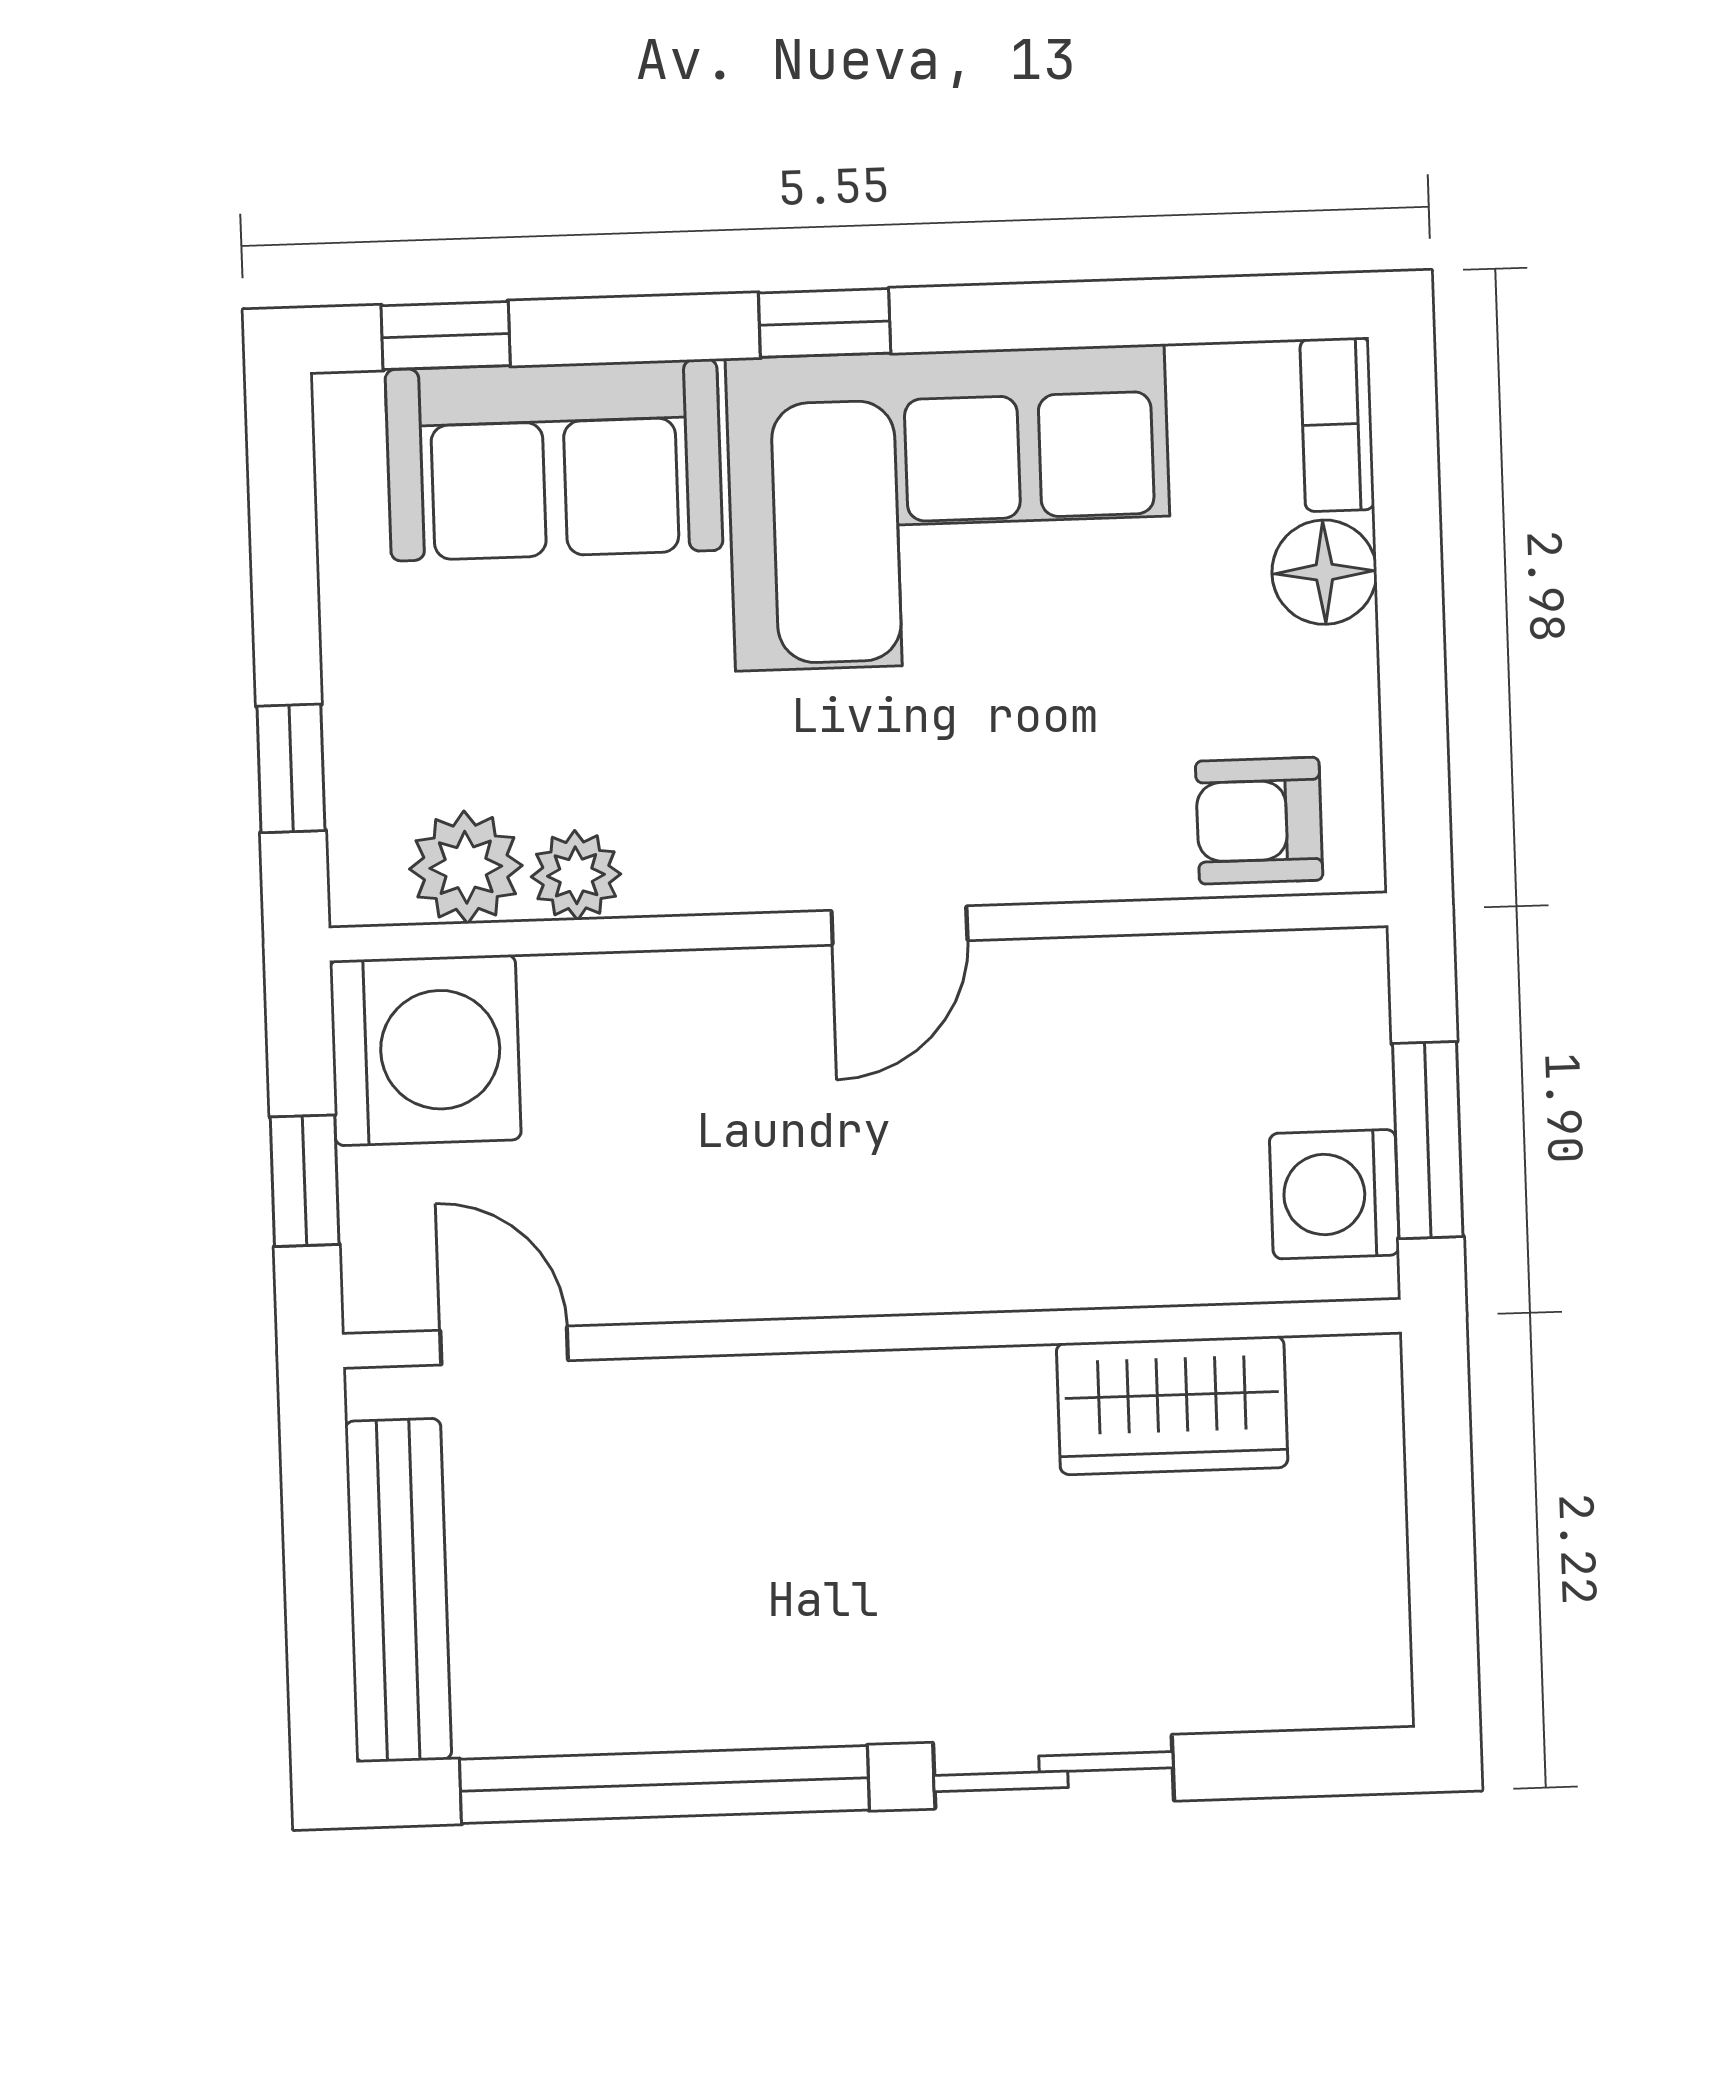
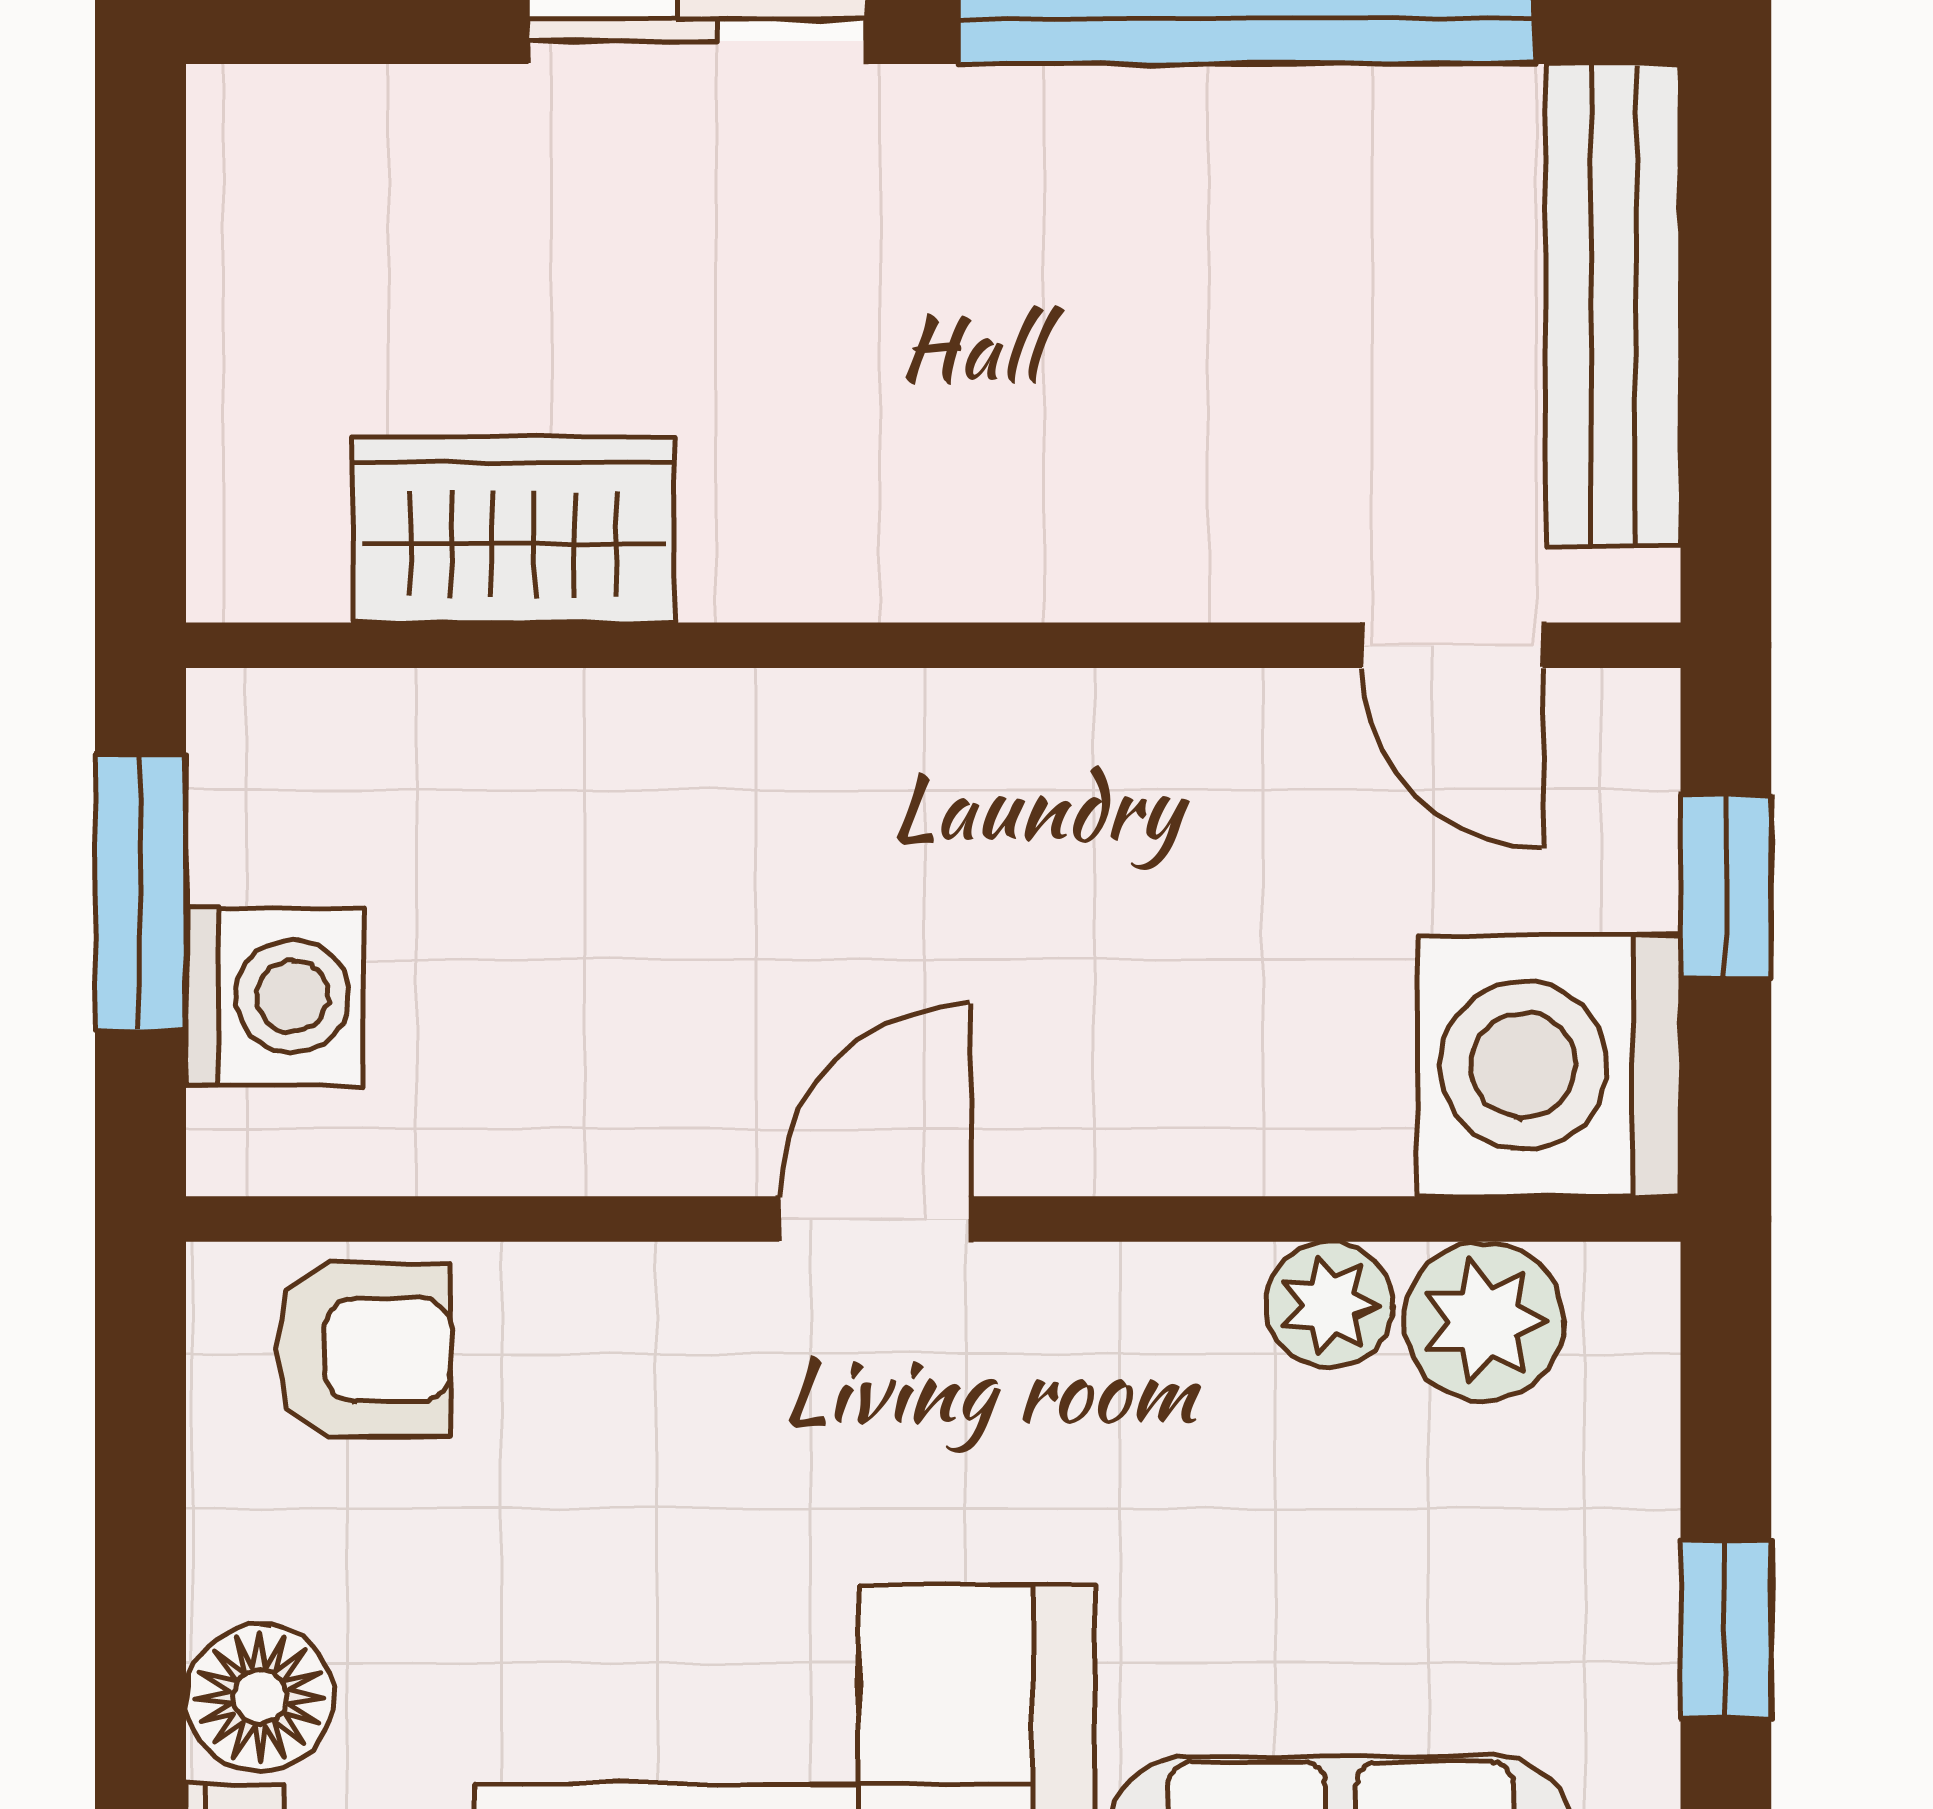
window: (291, 768) -> (1726, 1629), moved
washing machine: (1334, 1194) -> (275, 996), moved

